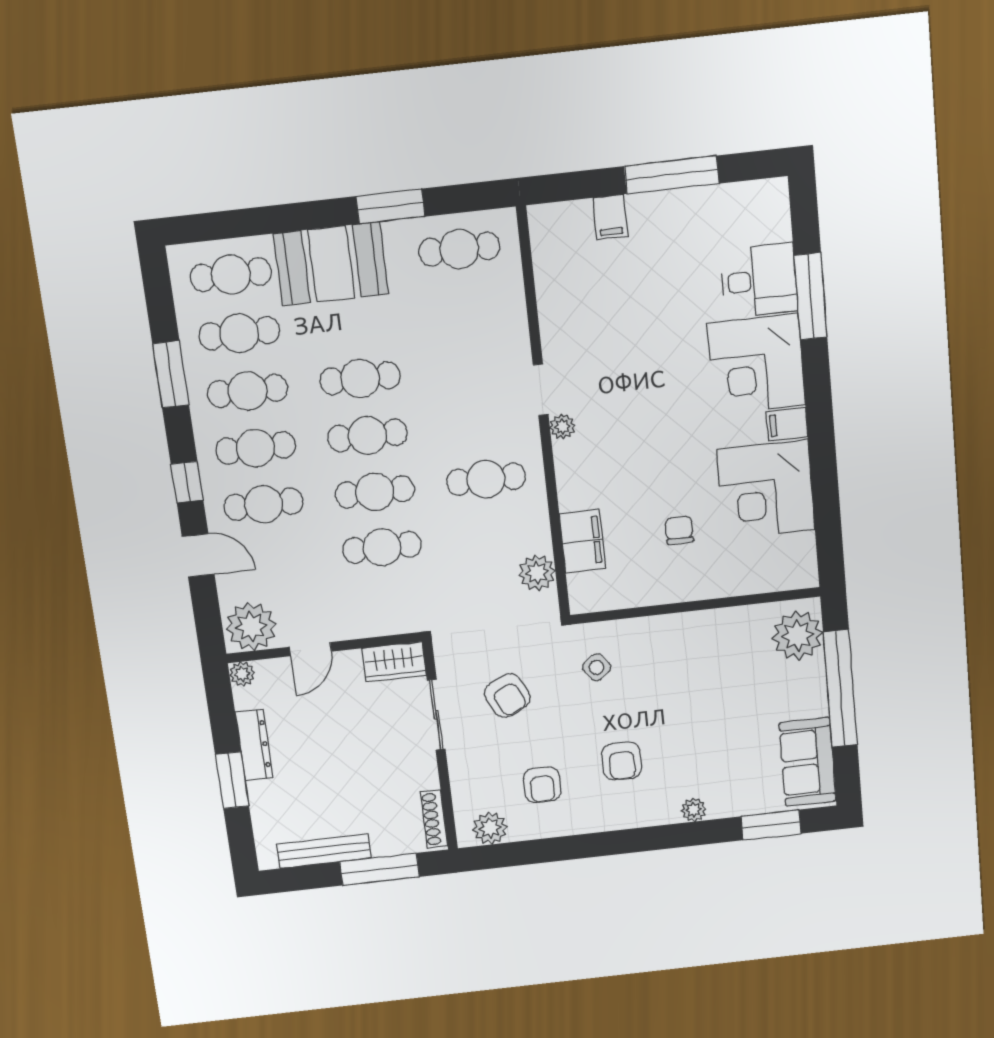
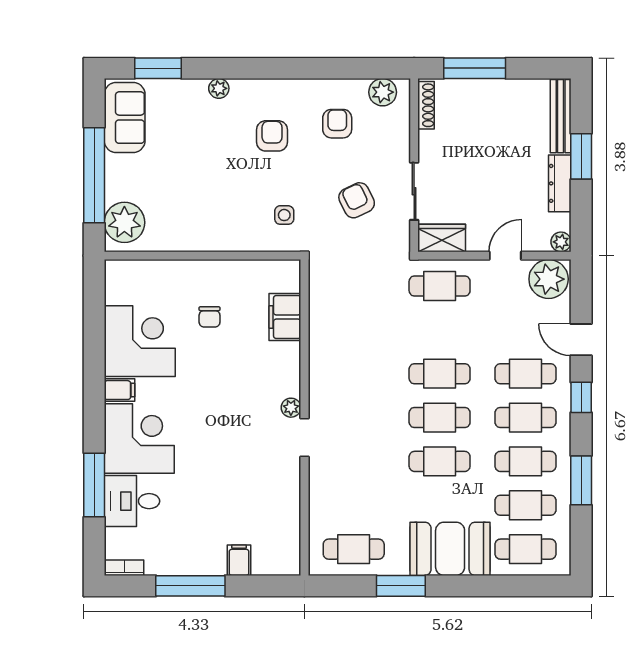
bookcase: (762, 190) -> (124, 568), added
cafe table: (486, 479) -> (354, 374), removed
cafe table: (382, 547) -> (440, 286), moved
plant: (537, 573) -> (323, 296), removed
side table: (597, 667) -> (284, 215), turned 37
bench: (324, 851) -> (561, 116), moved, turned 90

